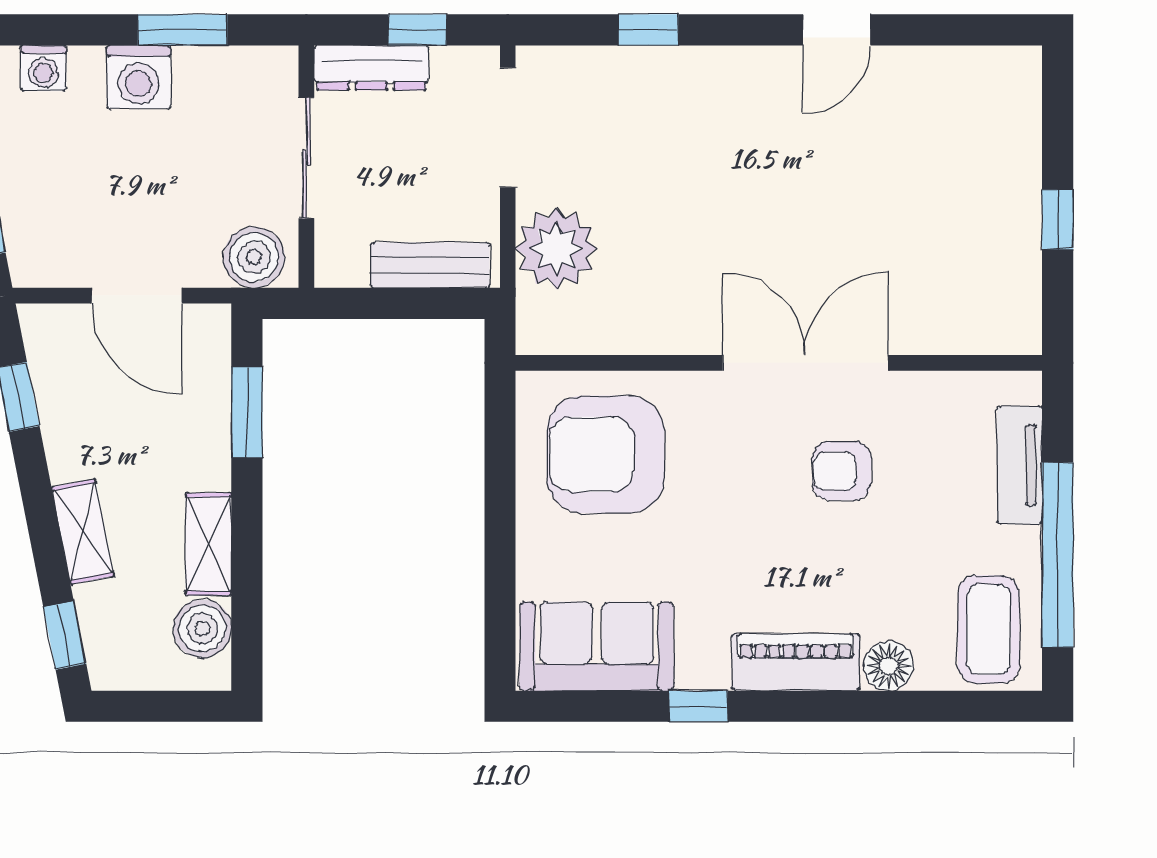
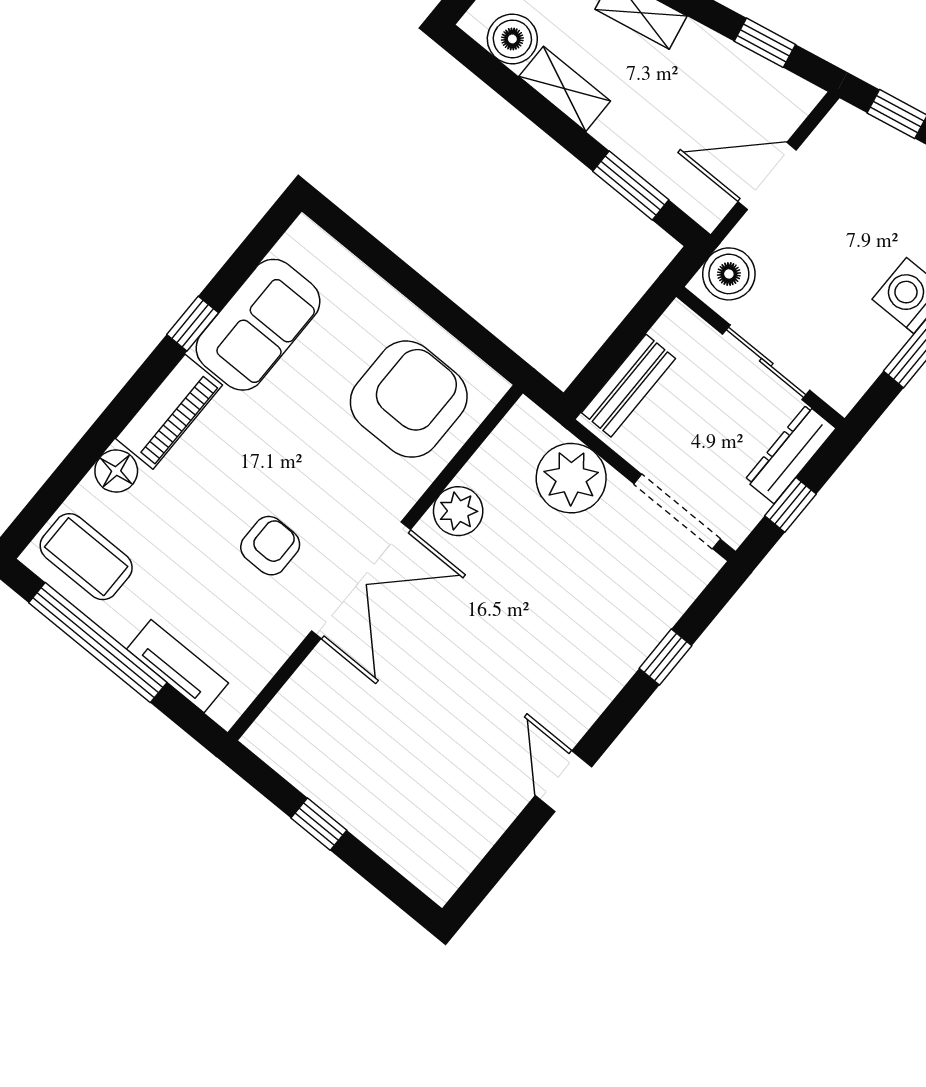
plant: (670, 326) -> (458, 511), added
sofa: (597, 646) -> (258, 325), moved

